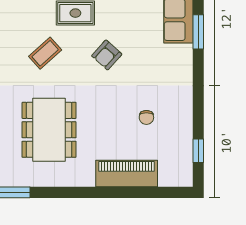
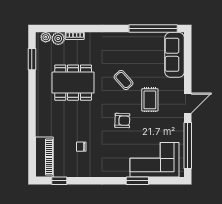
armchair: (107, 55) -> (122, 121), turned 140
piano: (127, 174) -> (44, 157), moved

